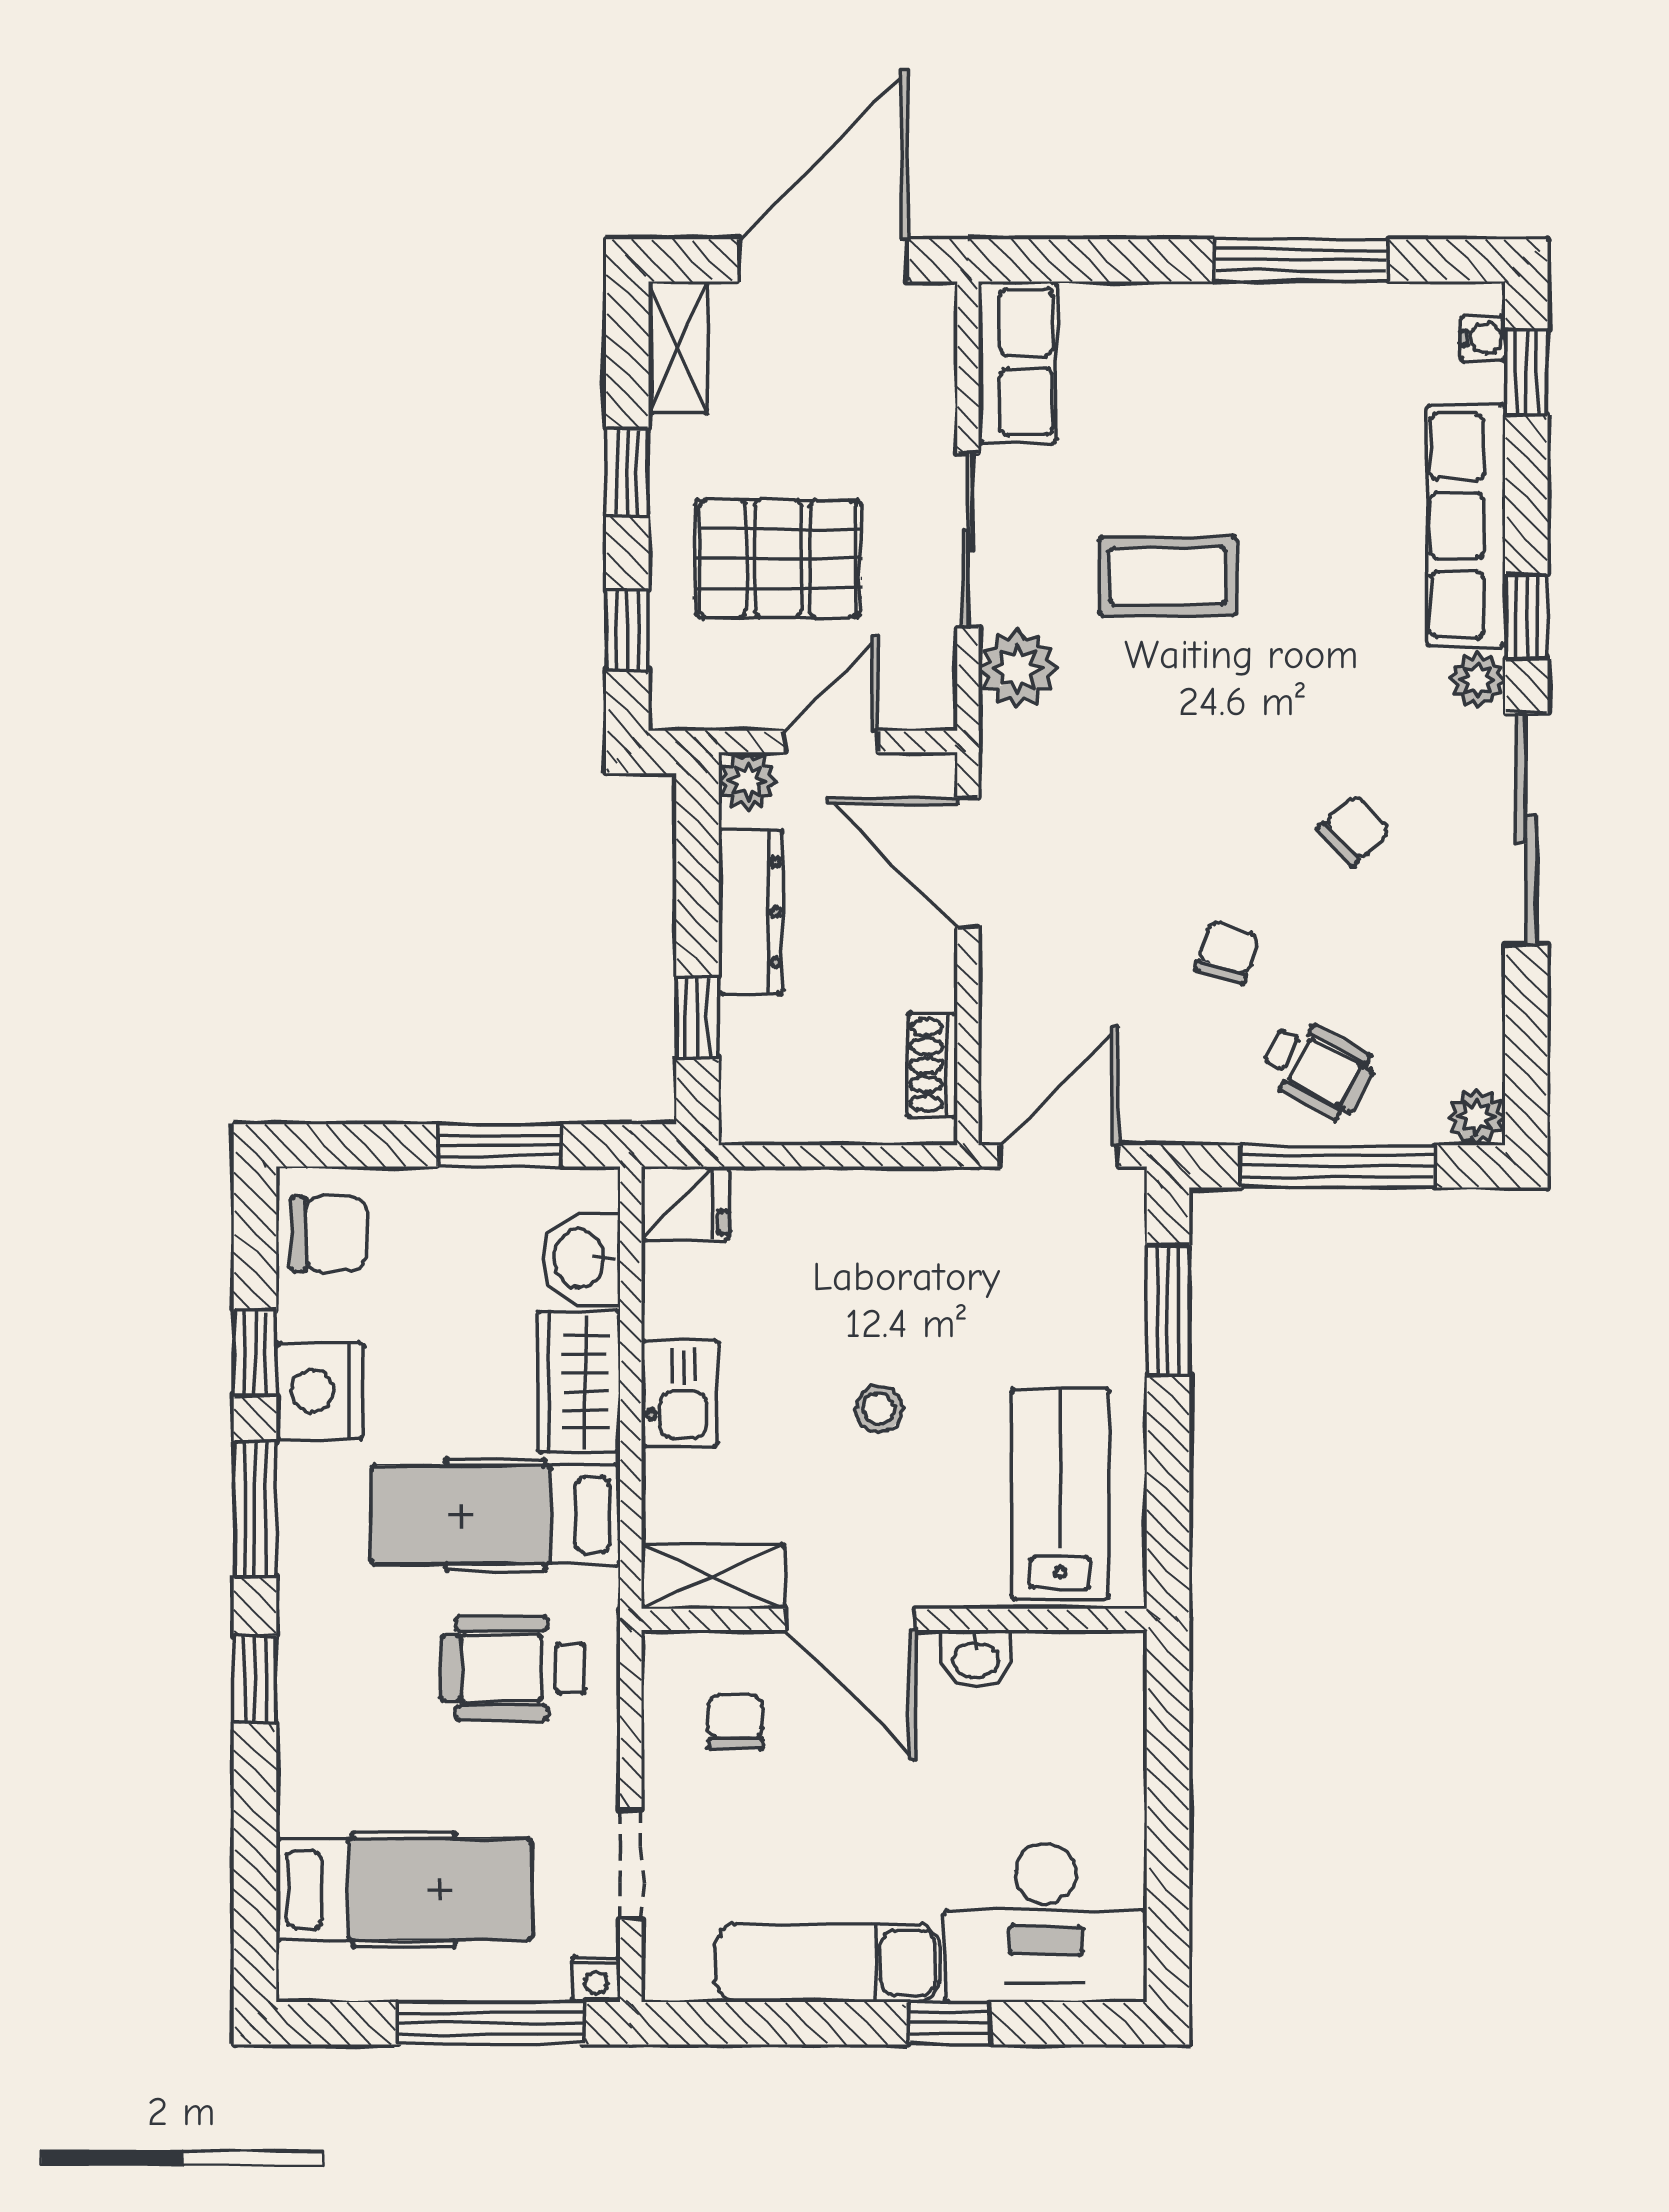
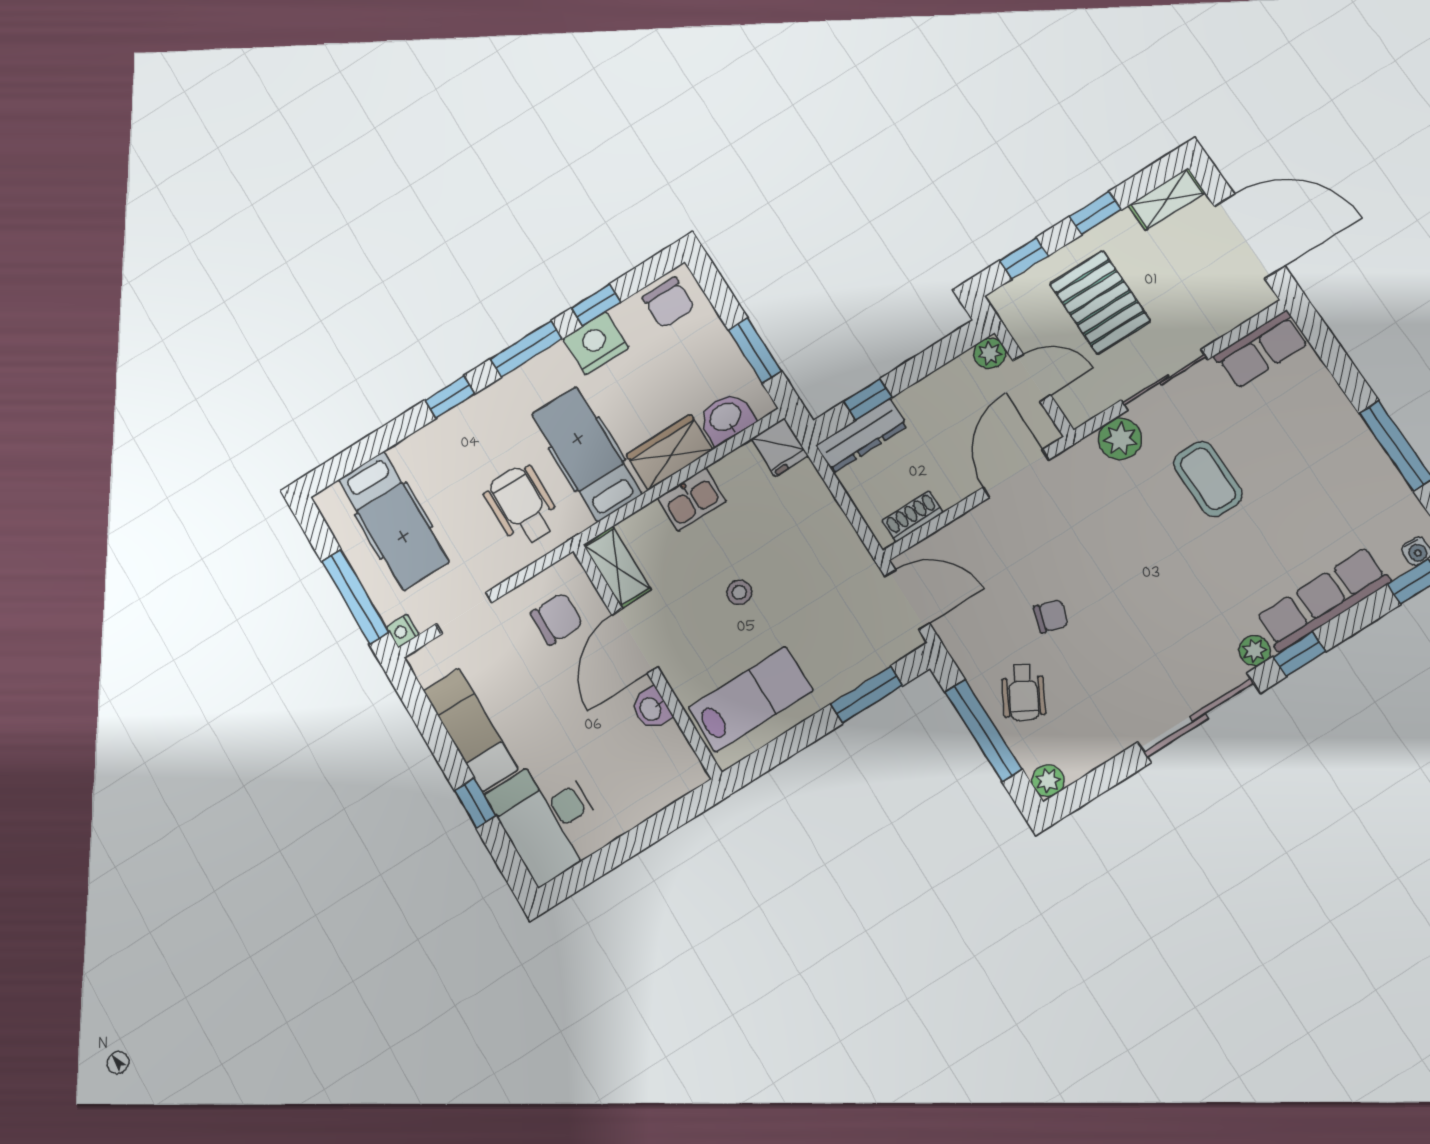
chair: (1354, 830) -> (1146, 638), removed
dresser: (751, 912) -> (862, 436), moved
chair: (735, 1722) -> (557, 619), width x1.37, depth x1.37

